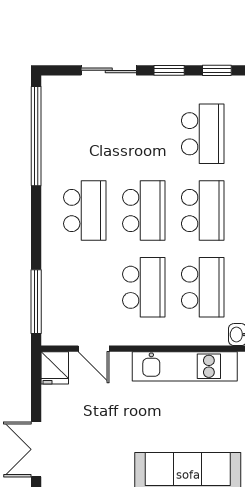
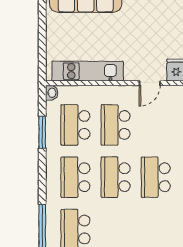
door: (94, 349) -> (150, 83), swing flipped

